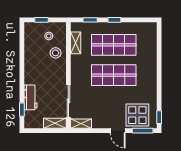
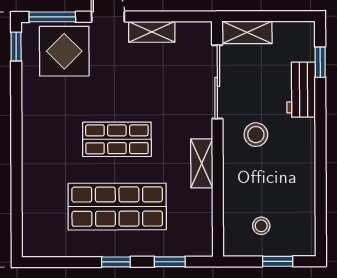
shelving: (76, 43) -> (202, 163), moved
stool: (56, 53) -> (256, 135), moved
shop shelf: (114, 75) -> (117, 139), width x0.70, depth x0.74
shelving: (81, 124) -> (152, 32), moved

